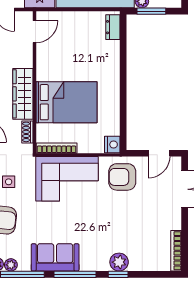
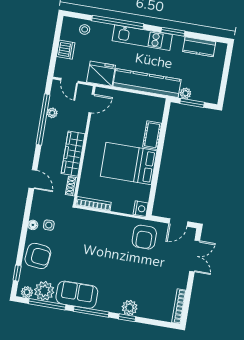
dresser: (113, 27) -> (158, 111), removed
cot: (111, 57) -> (152, 135), added
bed: (66, 102) -> (129, 164), moved, turned 180
armchair: (122, 177) -> (144, 237), turned -90
corner sofa: (67, 179) -> (98, 231), removed
plant: (11, 265) -> (44, 291), width x1.87, depth x1.87

